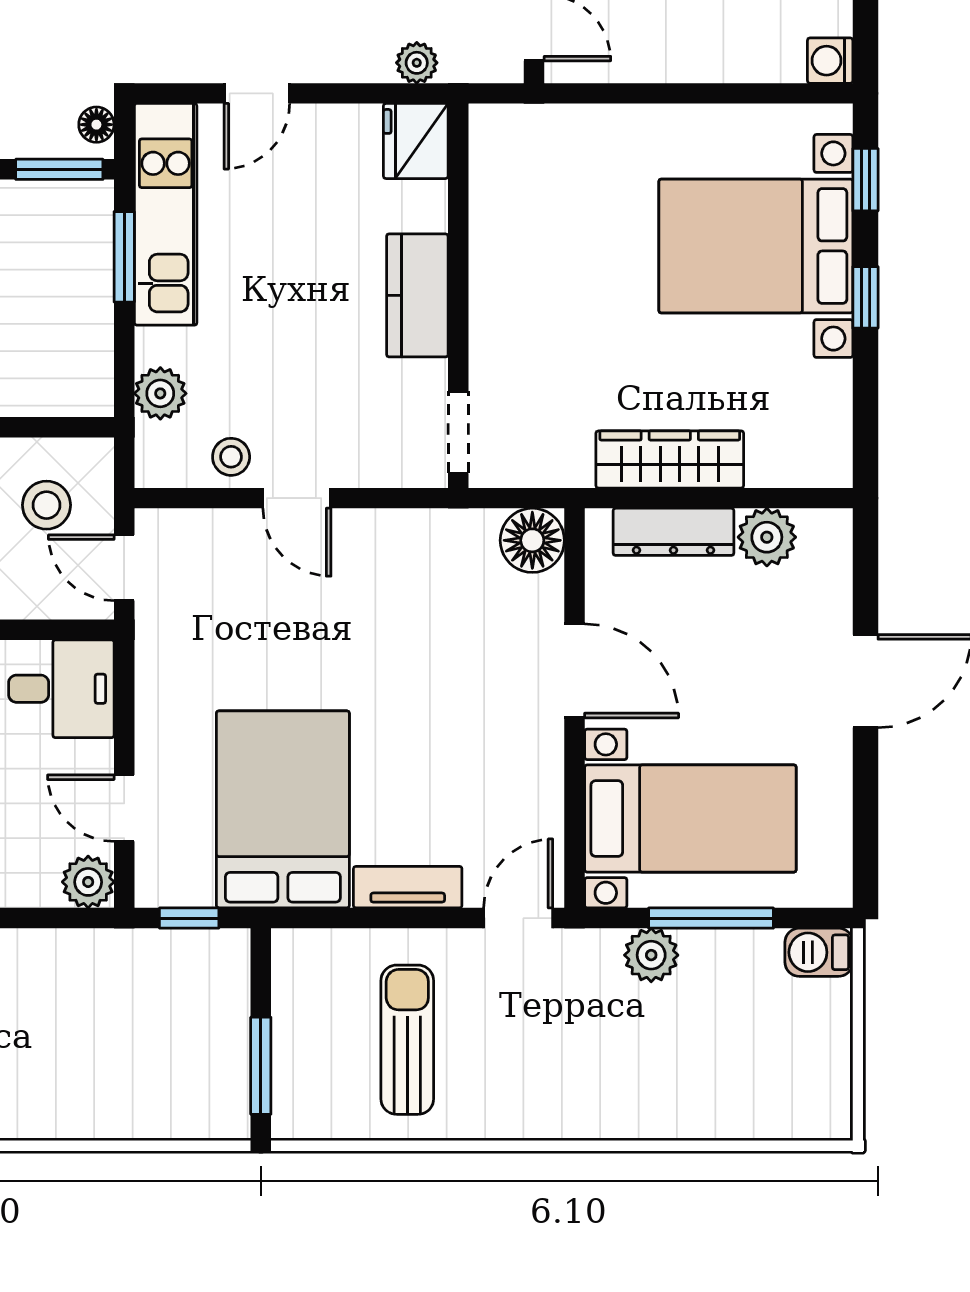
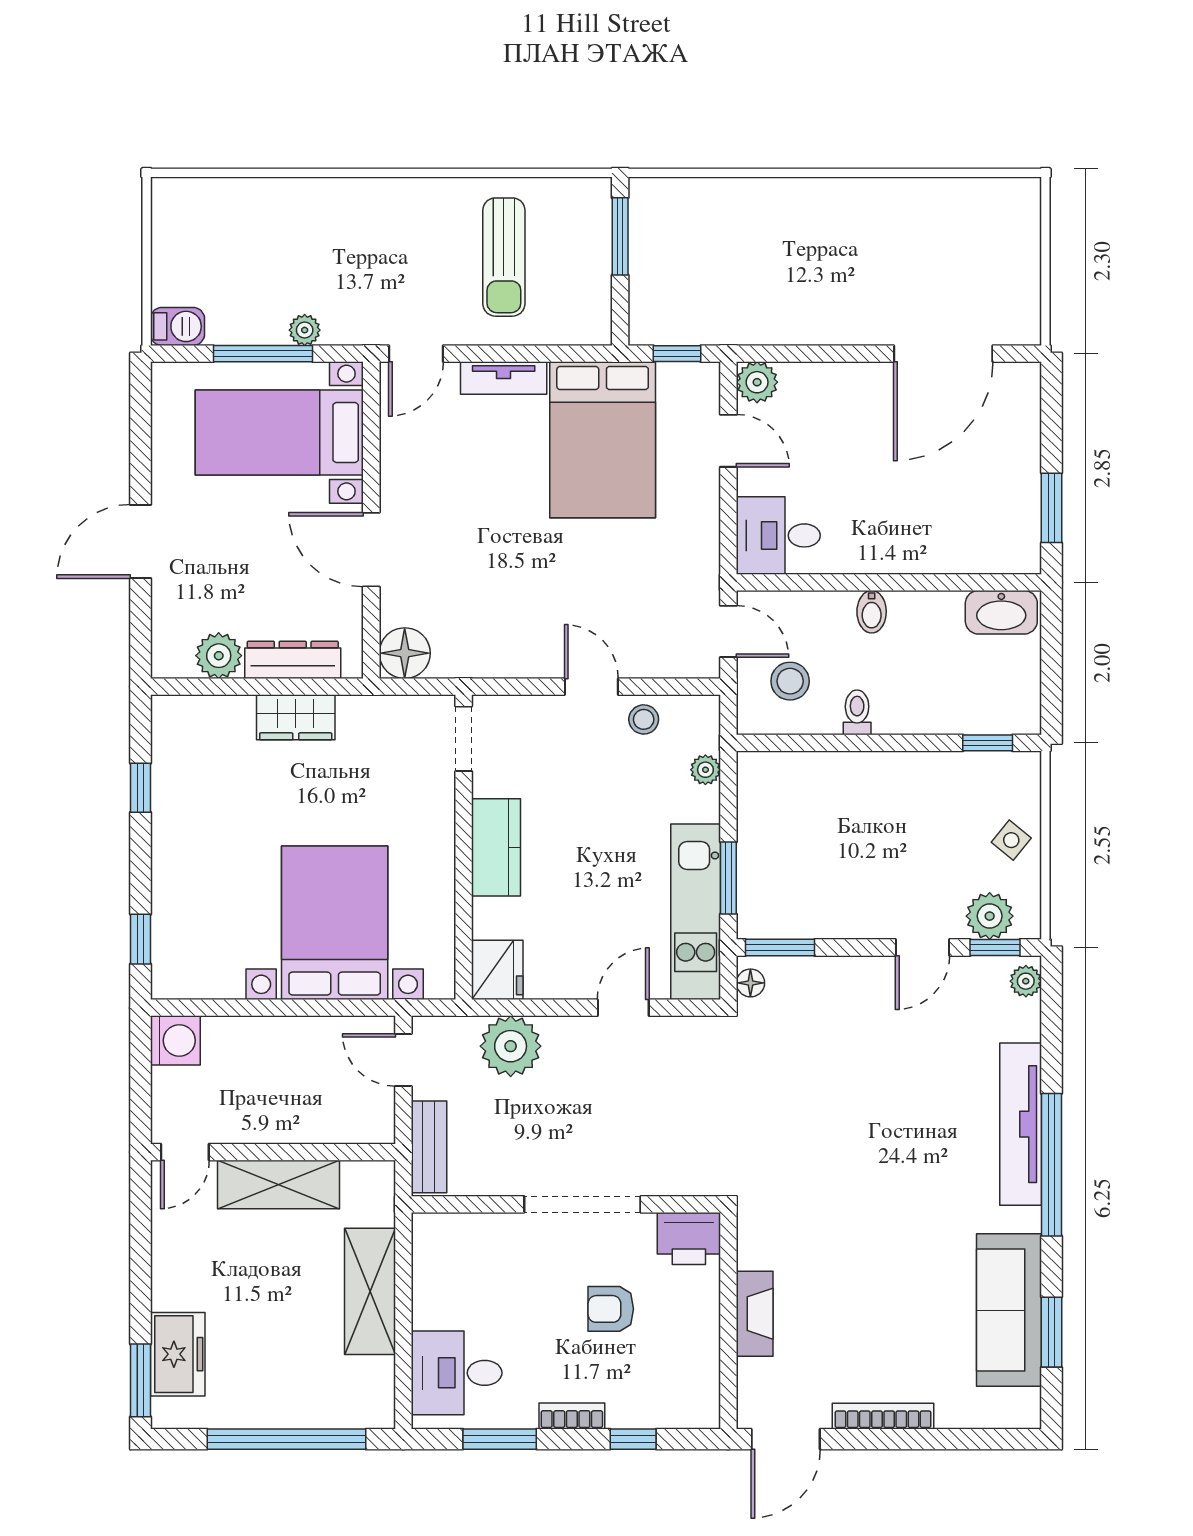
washing machine: (830, 61) -> (175, 1040), width x1.38, depth x1.38
plant: (417, 63) -> (511, 1046), width x1.88, depth x1.88
bed with nightstands: (756, 246) -> (335, 923), moved, turned -90
window: (865, 297) -> (140, 788), moved
plant: (160, 393) -> (705, 770), width x0.73, depth x0.73
wardrobe: (670, 459) -> (296, 717), width x0.67
plant: (651, 955) -> (305, 330), width x0.73, depth x0.73

